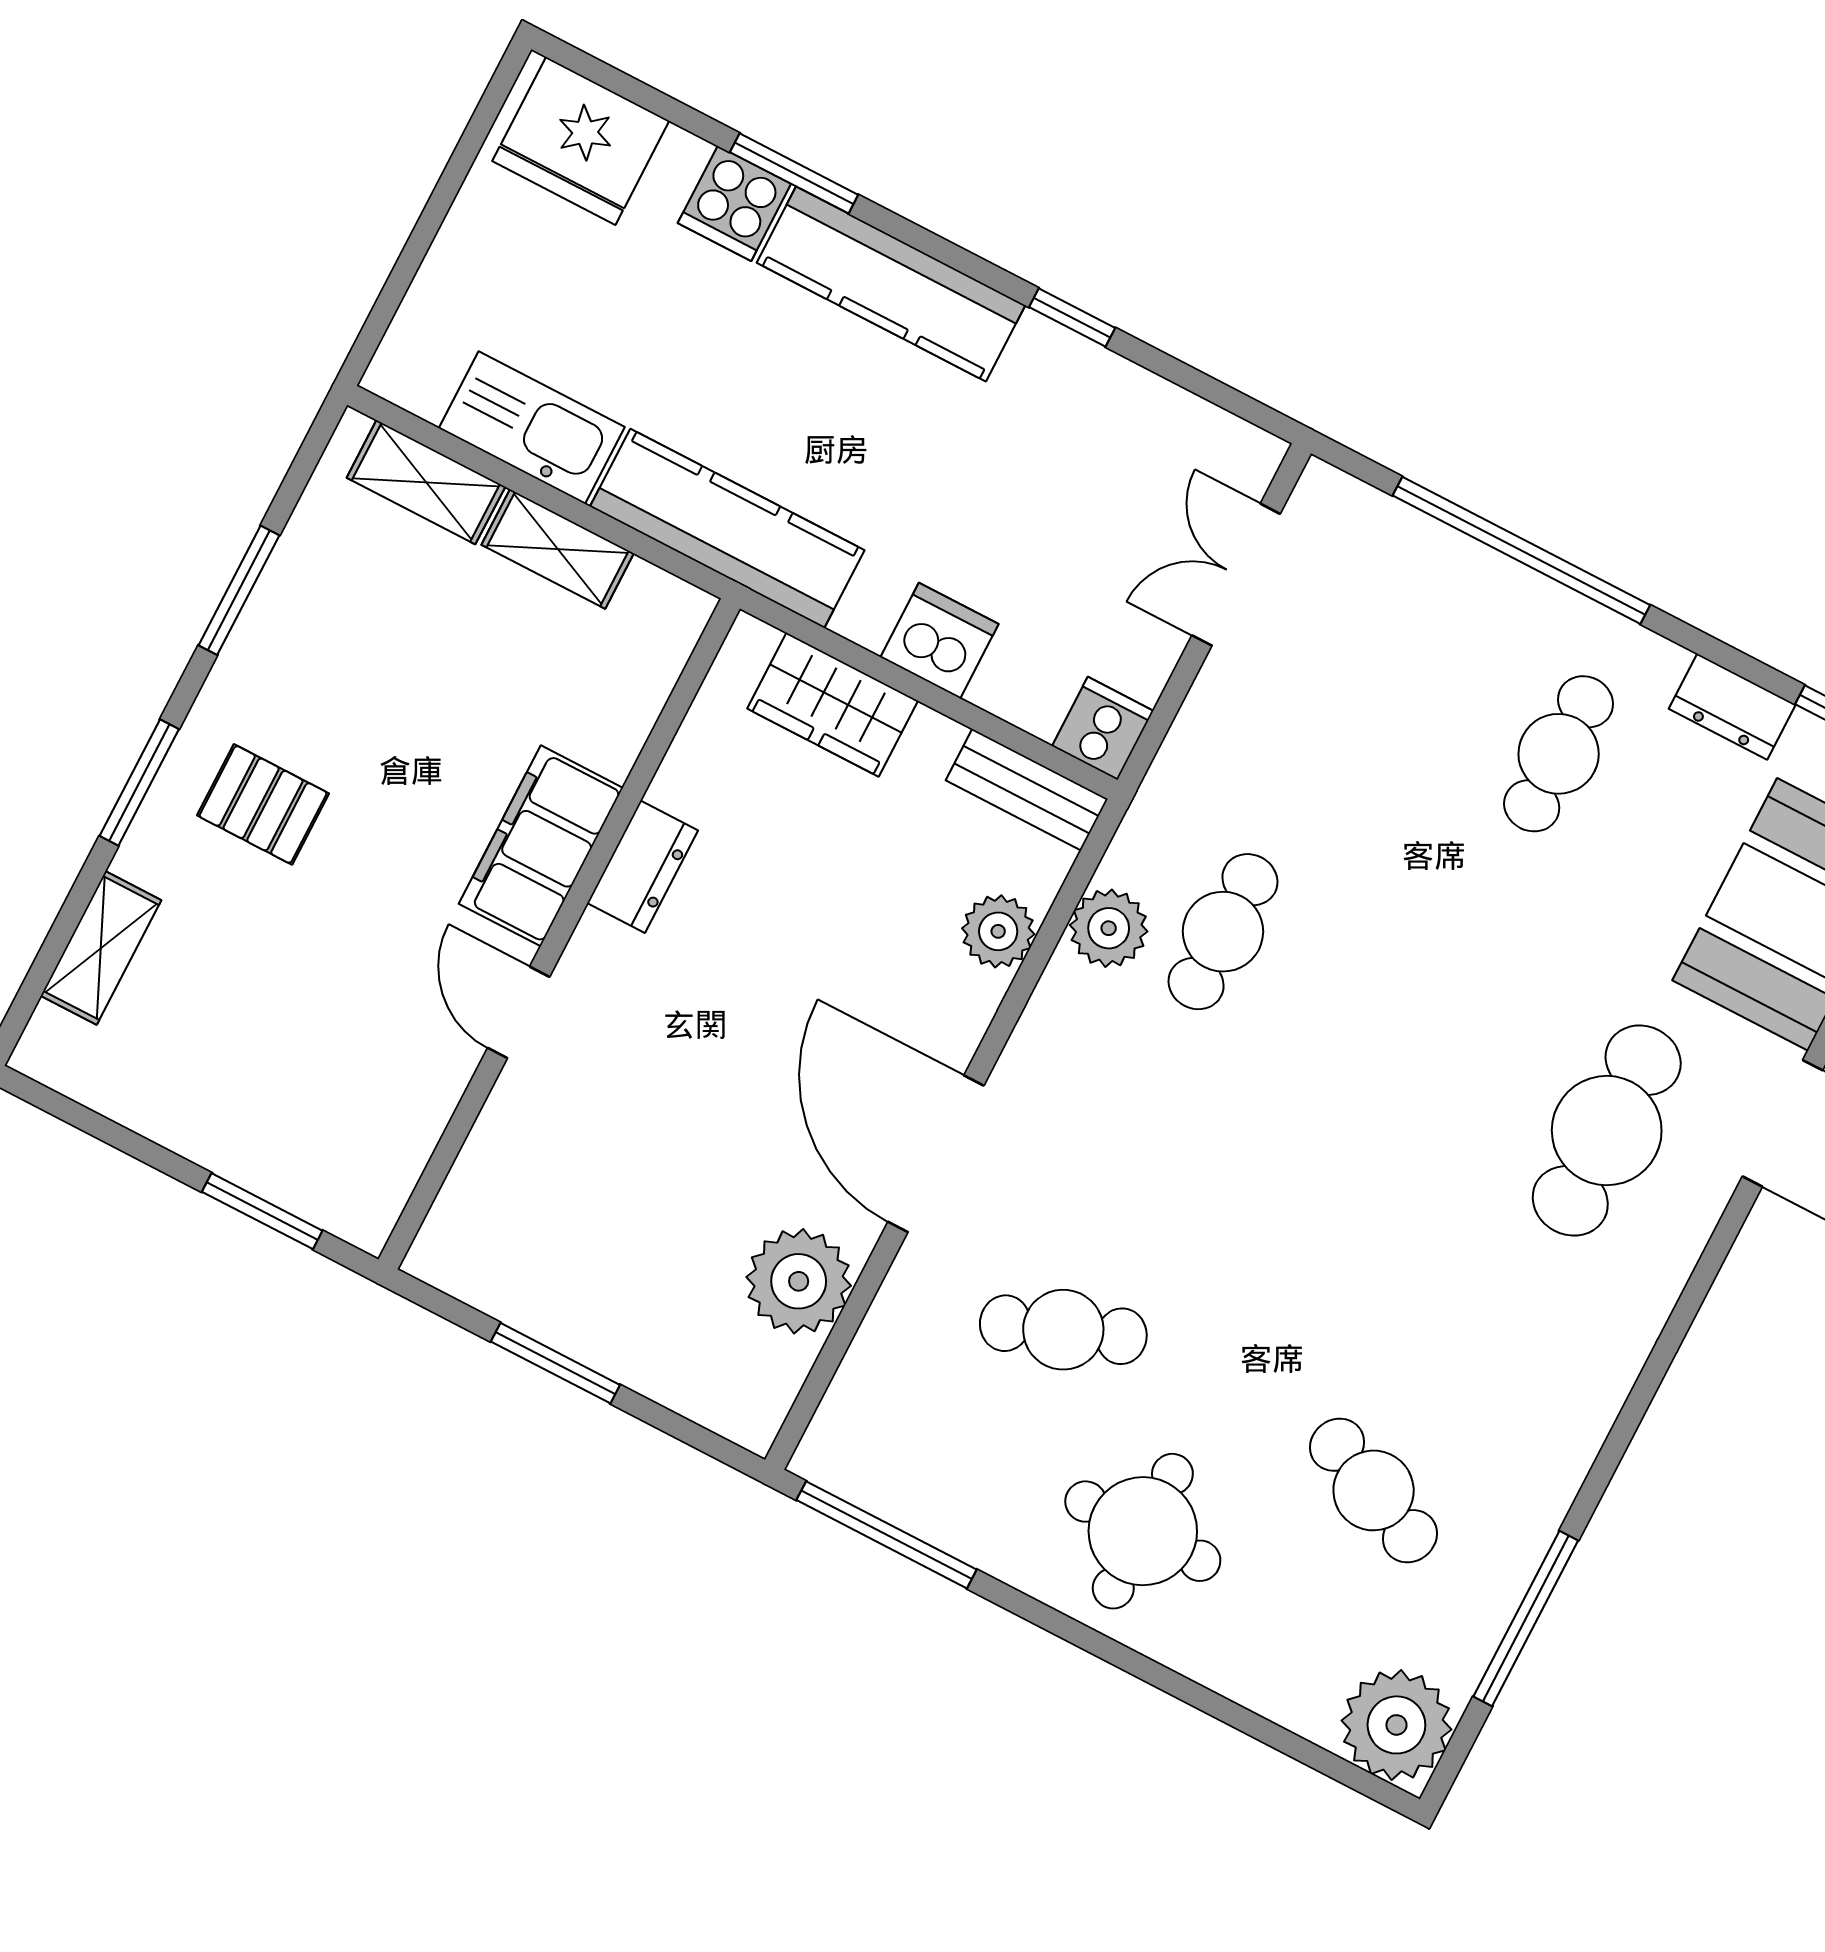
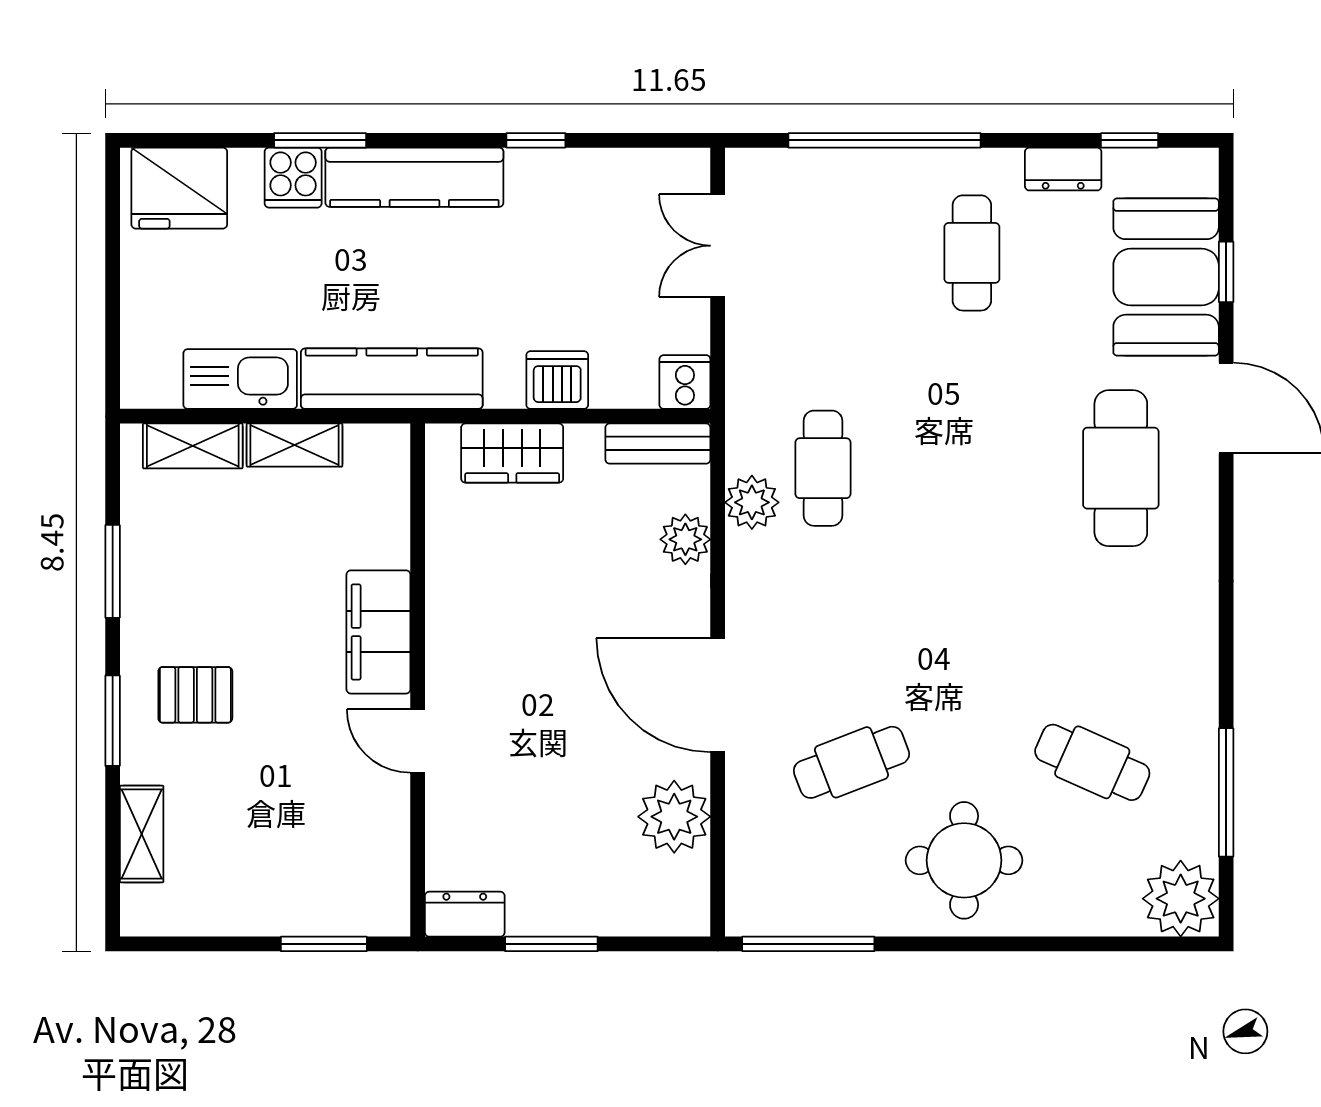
dresser: (643, 867) -> (465, 914), moved, turned -90

